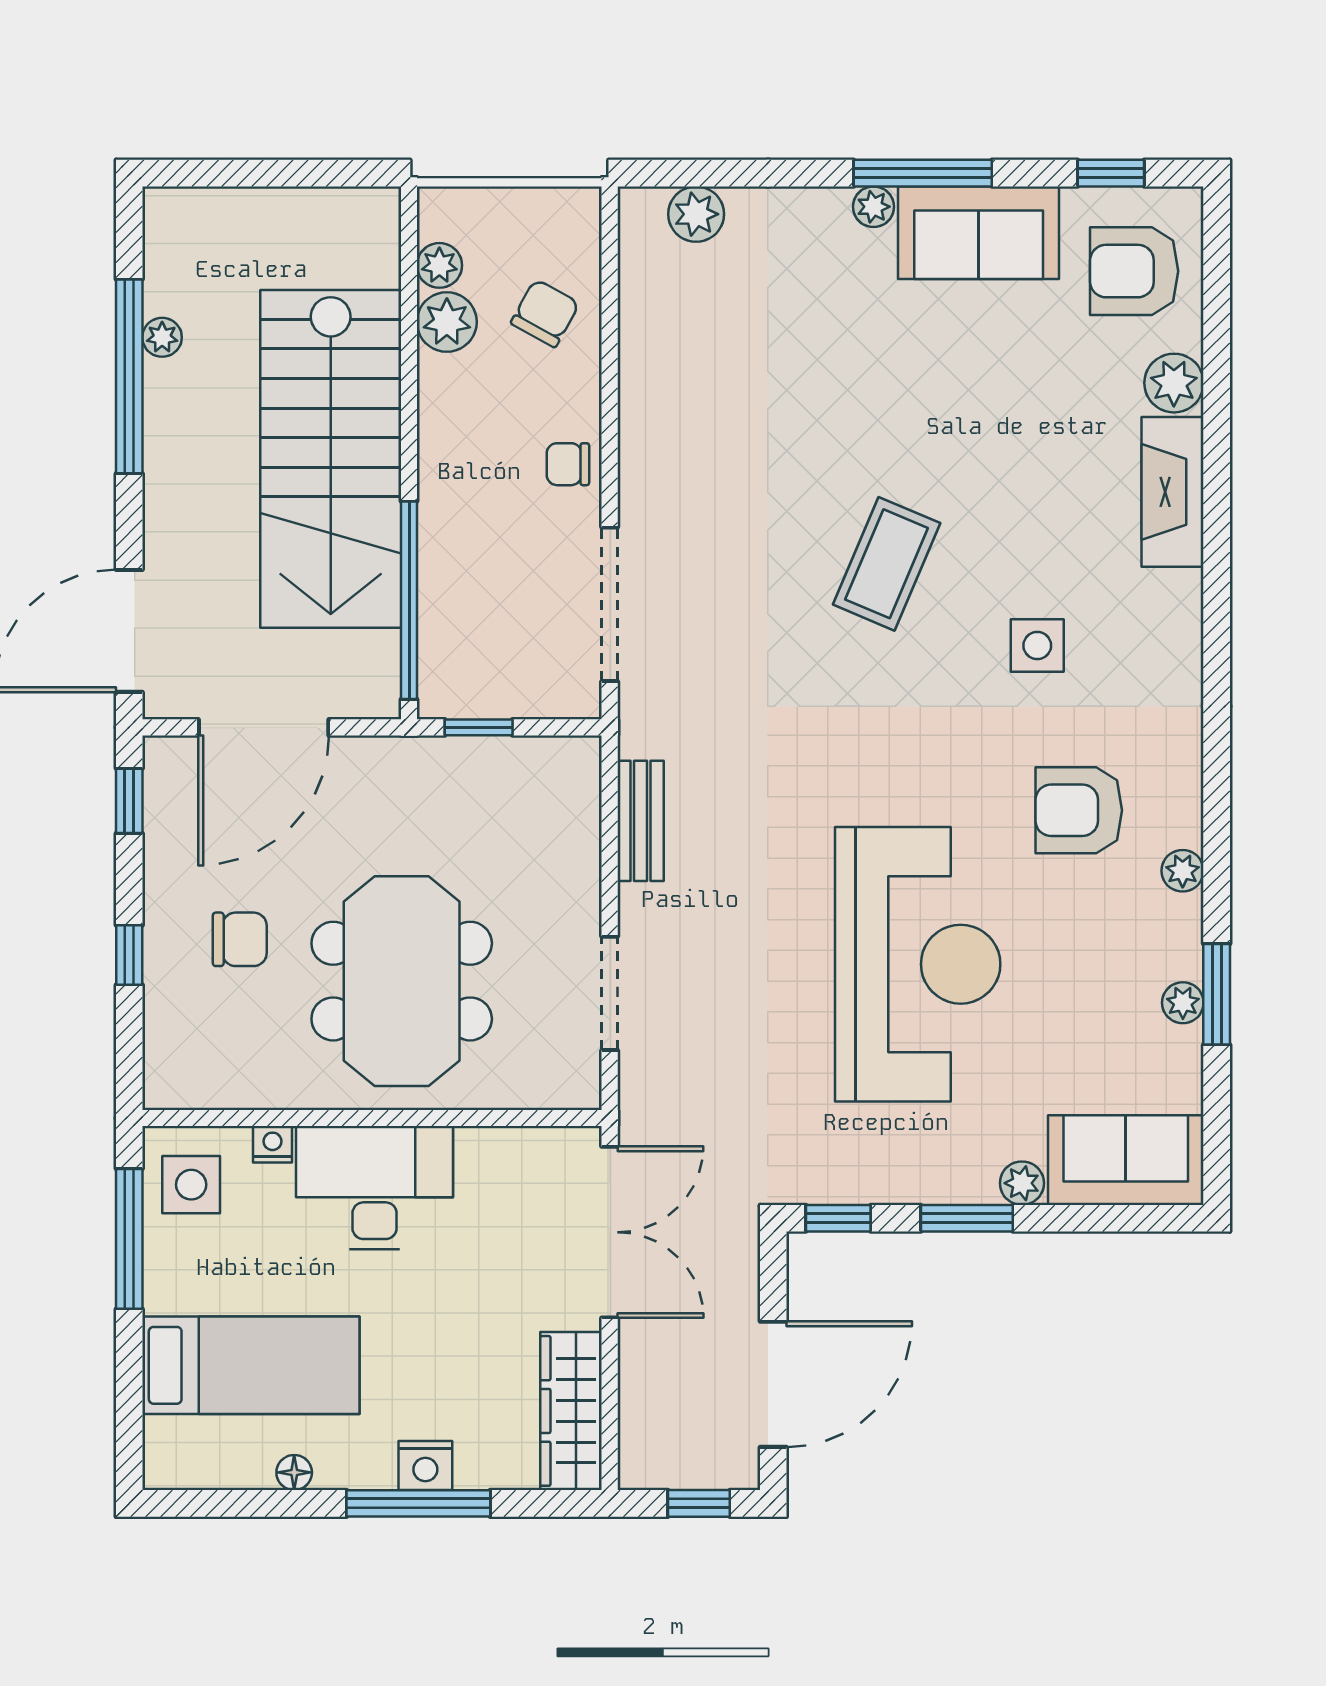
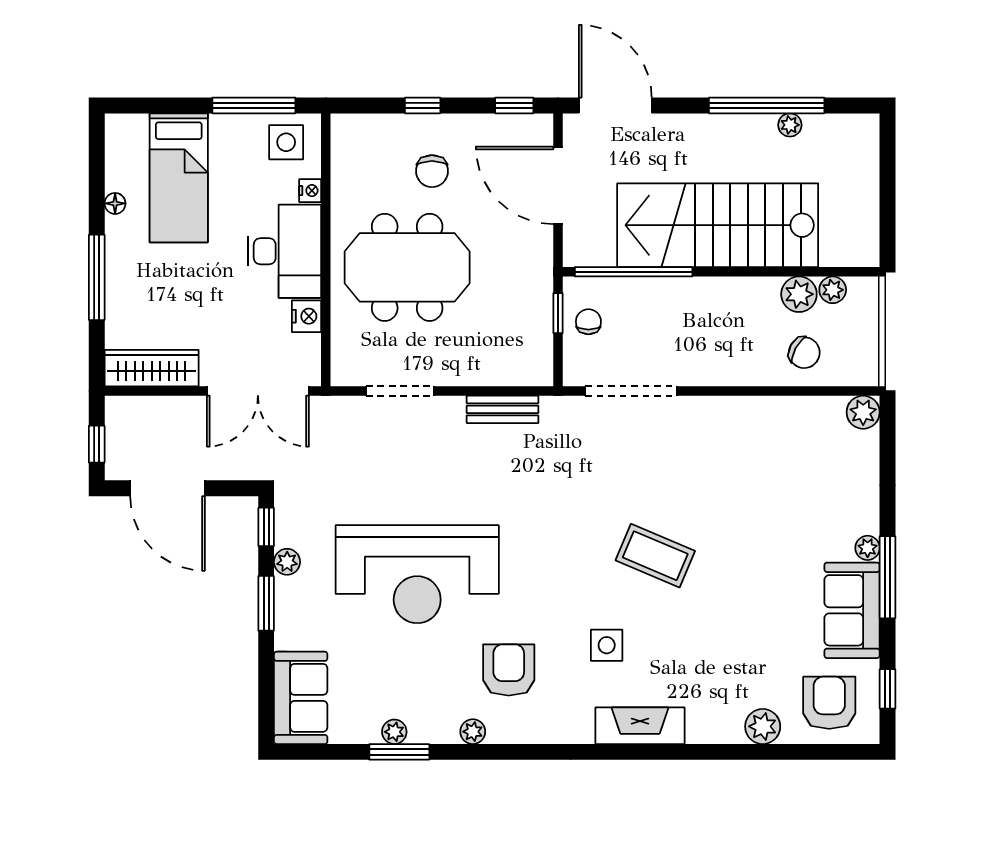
plant: (696, 214) -> (863, 412), moved
chair: (568, 464) -> (588, 322), moved
fireplace: (1173, 492) -> (640, 726), moved
plant: (1022, 1183) -> (287, 562), moved
nightstand: (425, 1466) -> (306, 316), moved, turned 180

